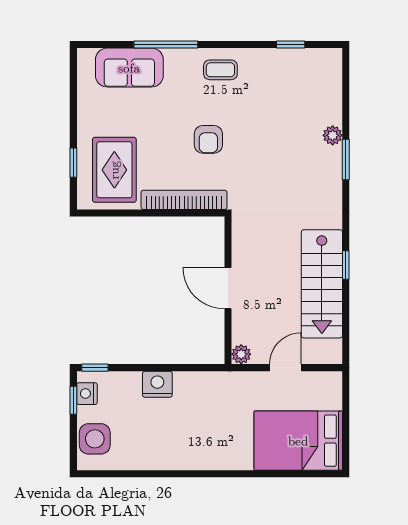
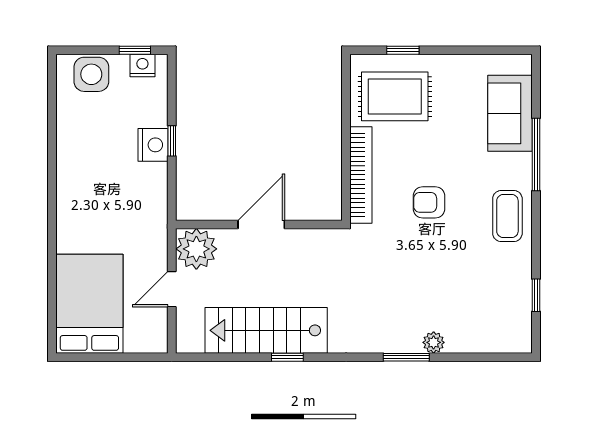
coffee table: (220, 70) -> (507, 216), width x1.36, depth x1.30
plant: (241, 354) -> (196, 249), width x1.88, depth x1.88
window: (95, 368) -> (172, 141), moved
door: (285, 368) -> (172, 289), swing flipped

